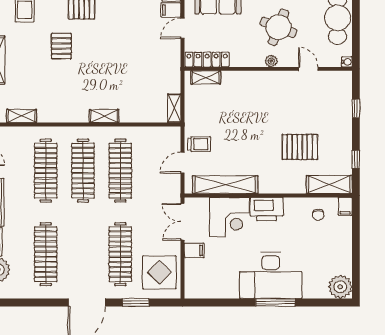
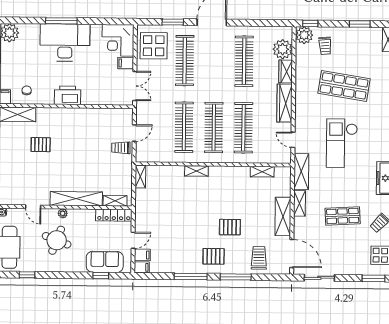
pallet: (61, 46) -> (230, 227), turned 90
pallet: (300, 147) -> (41, 145), width x0.67, depth x0.71
shelving: (225, 185) -> (76, 199), moved
corner desk: (229, 217) -> (118, 40), moved, turned -90

